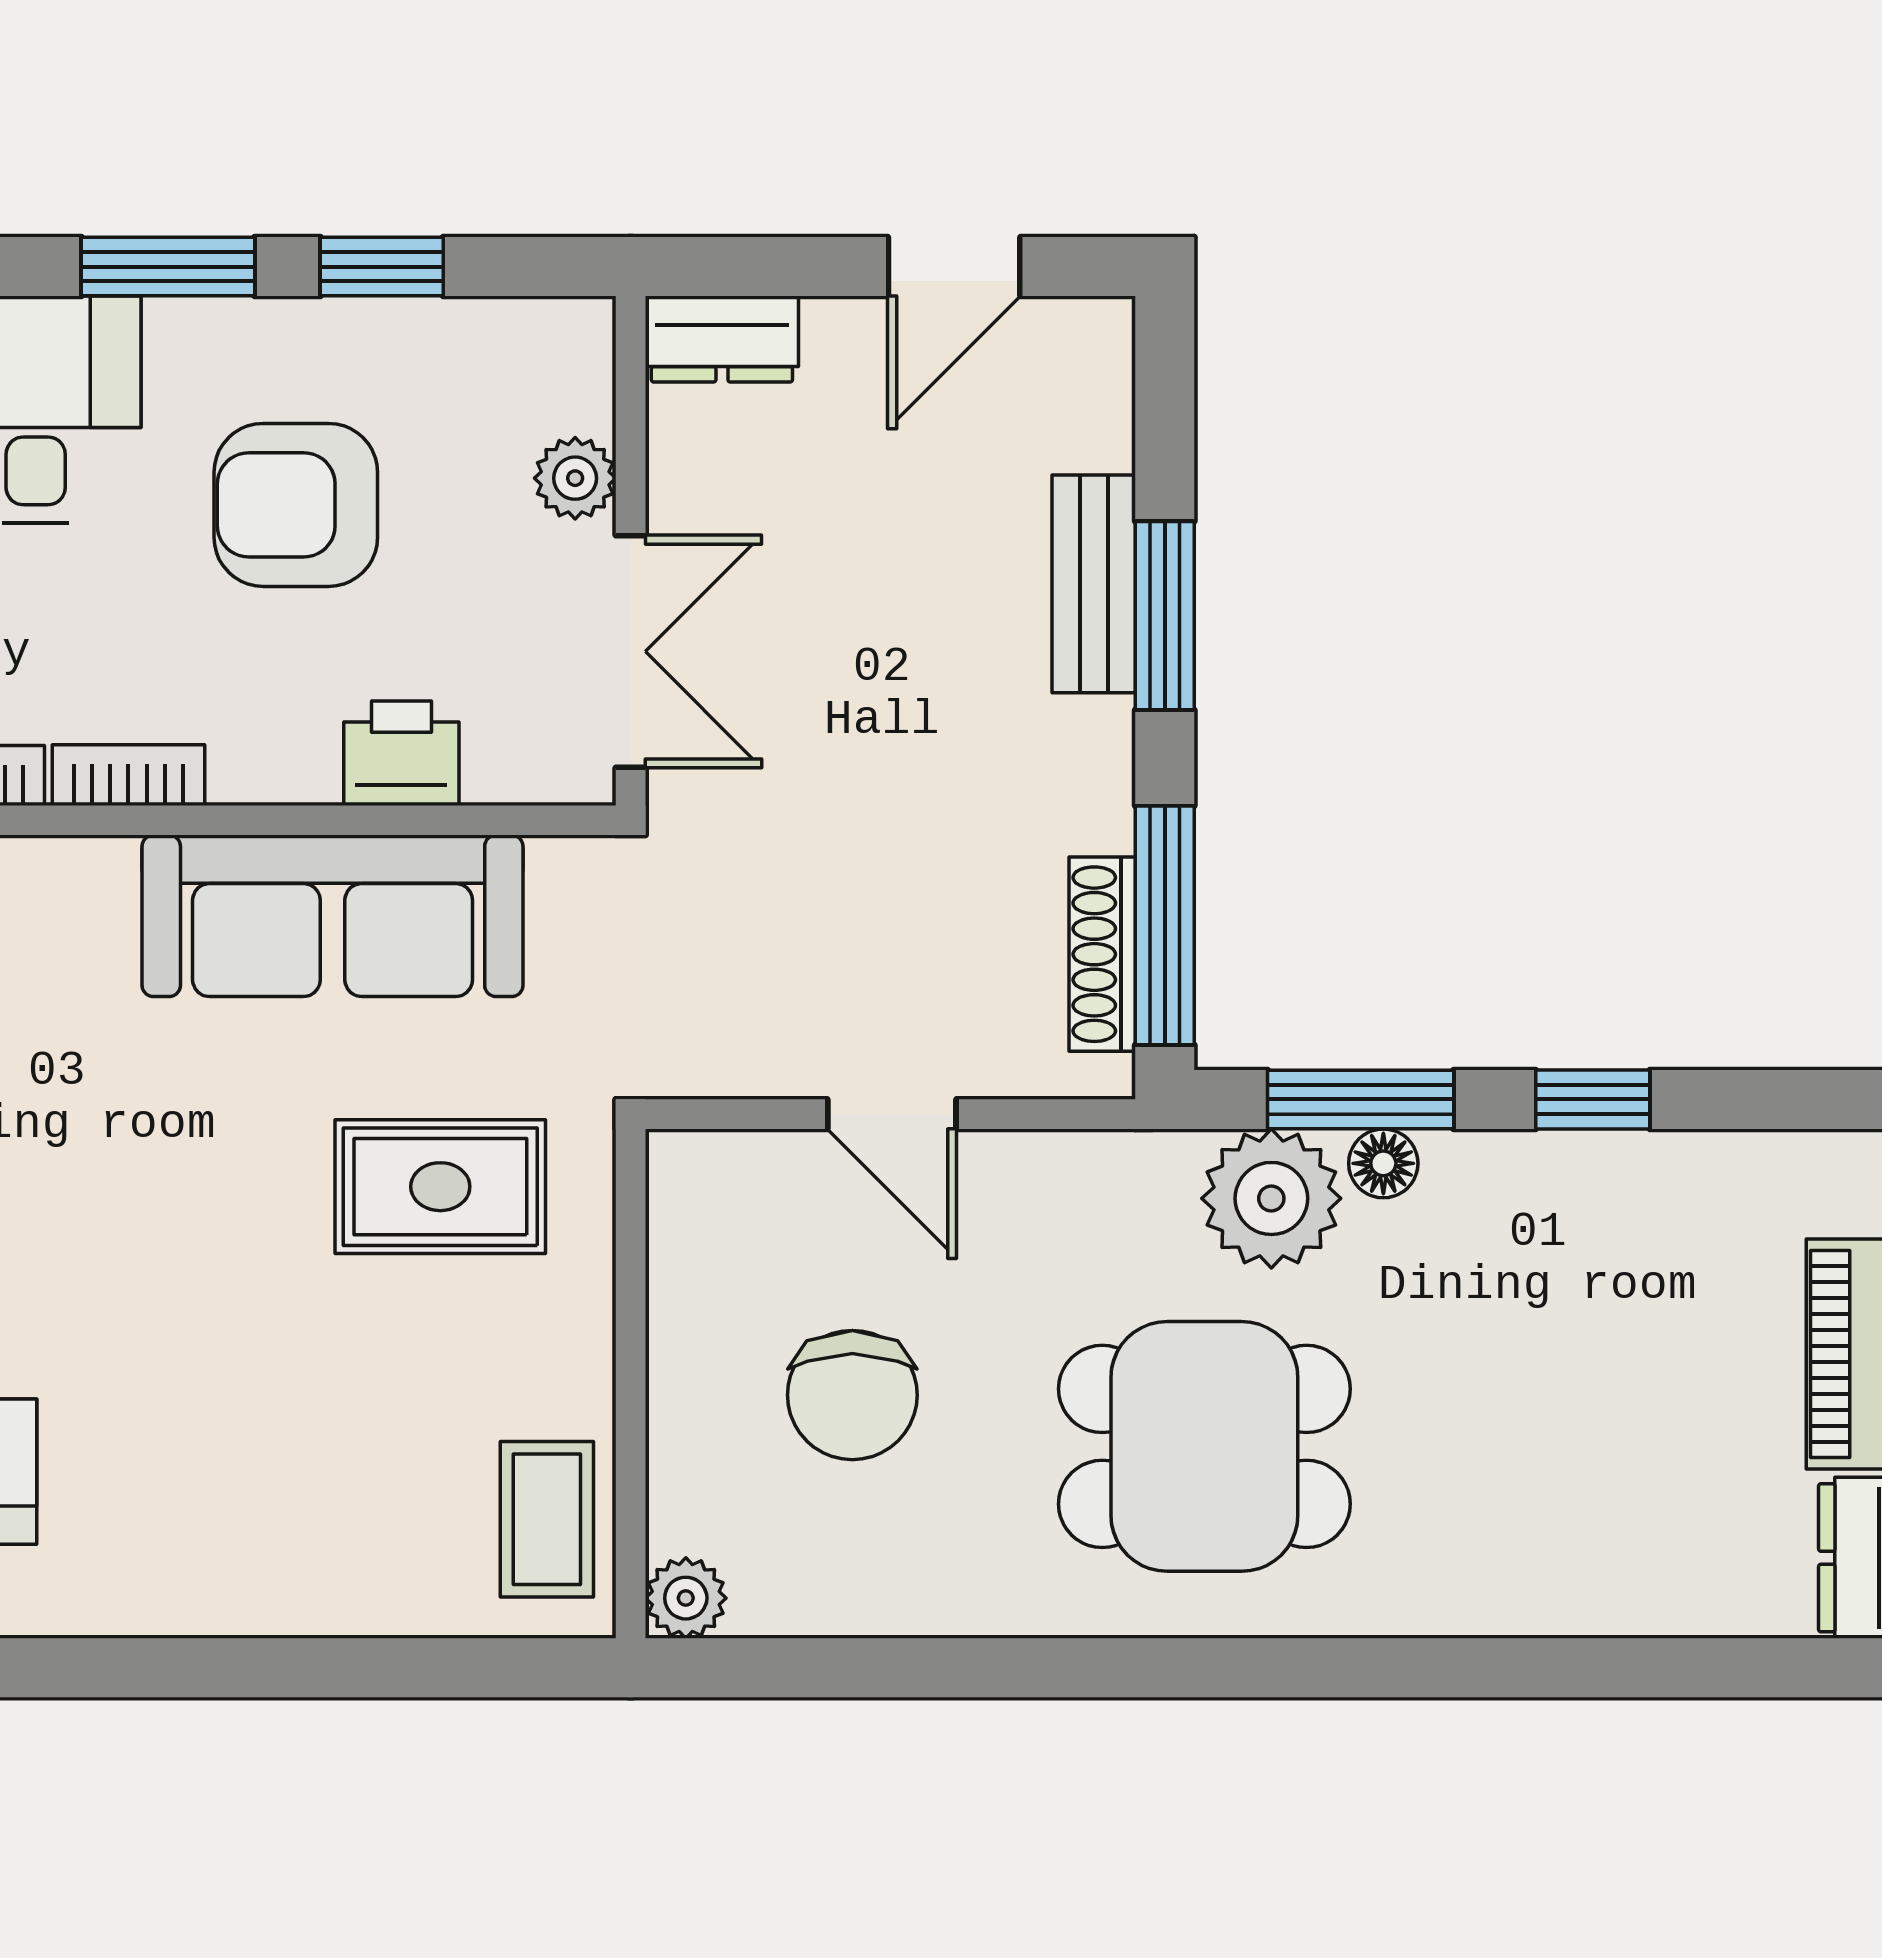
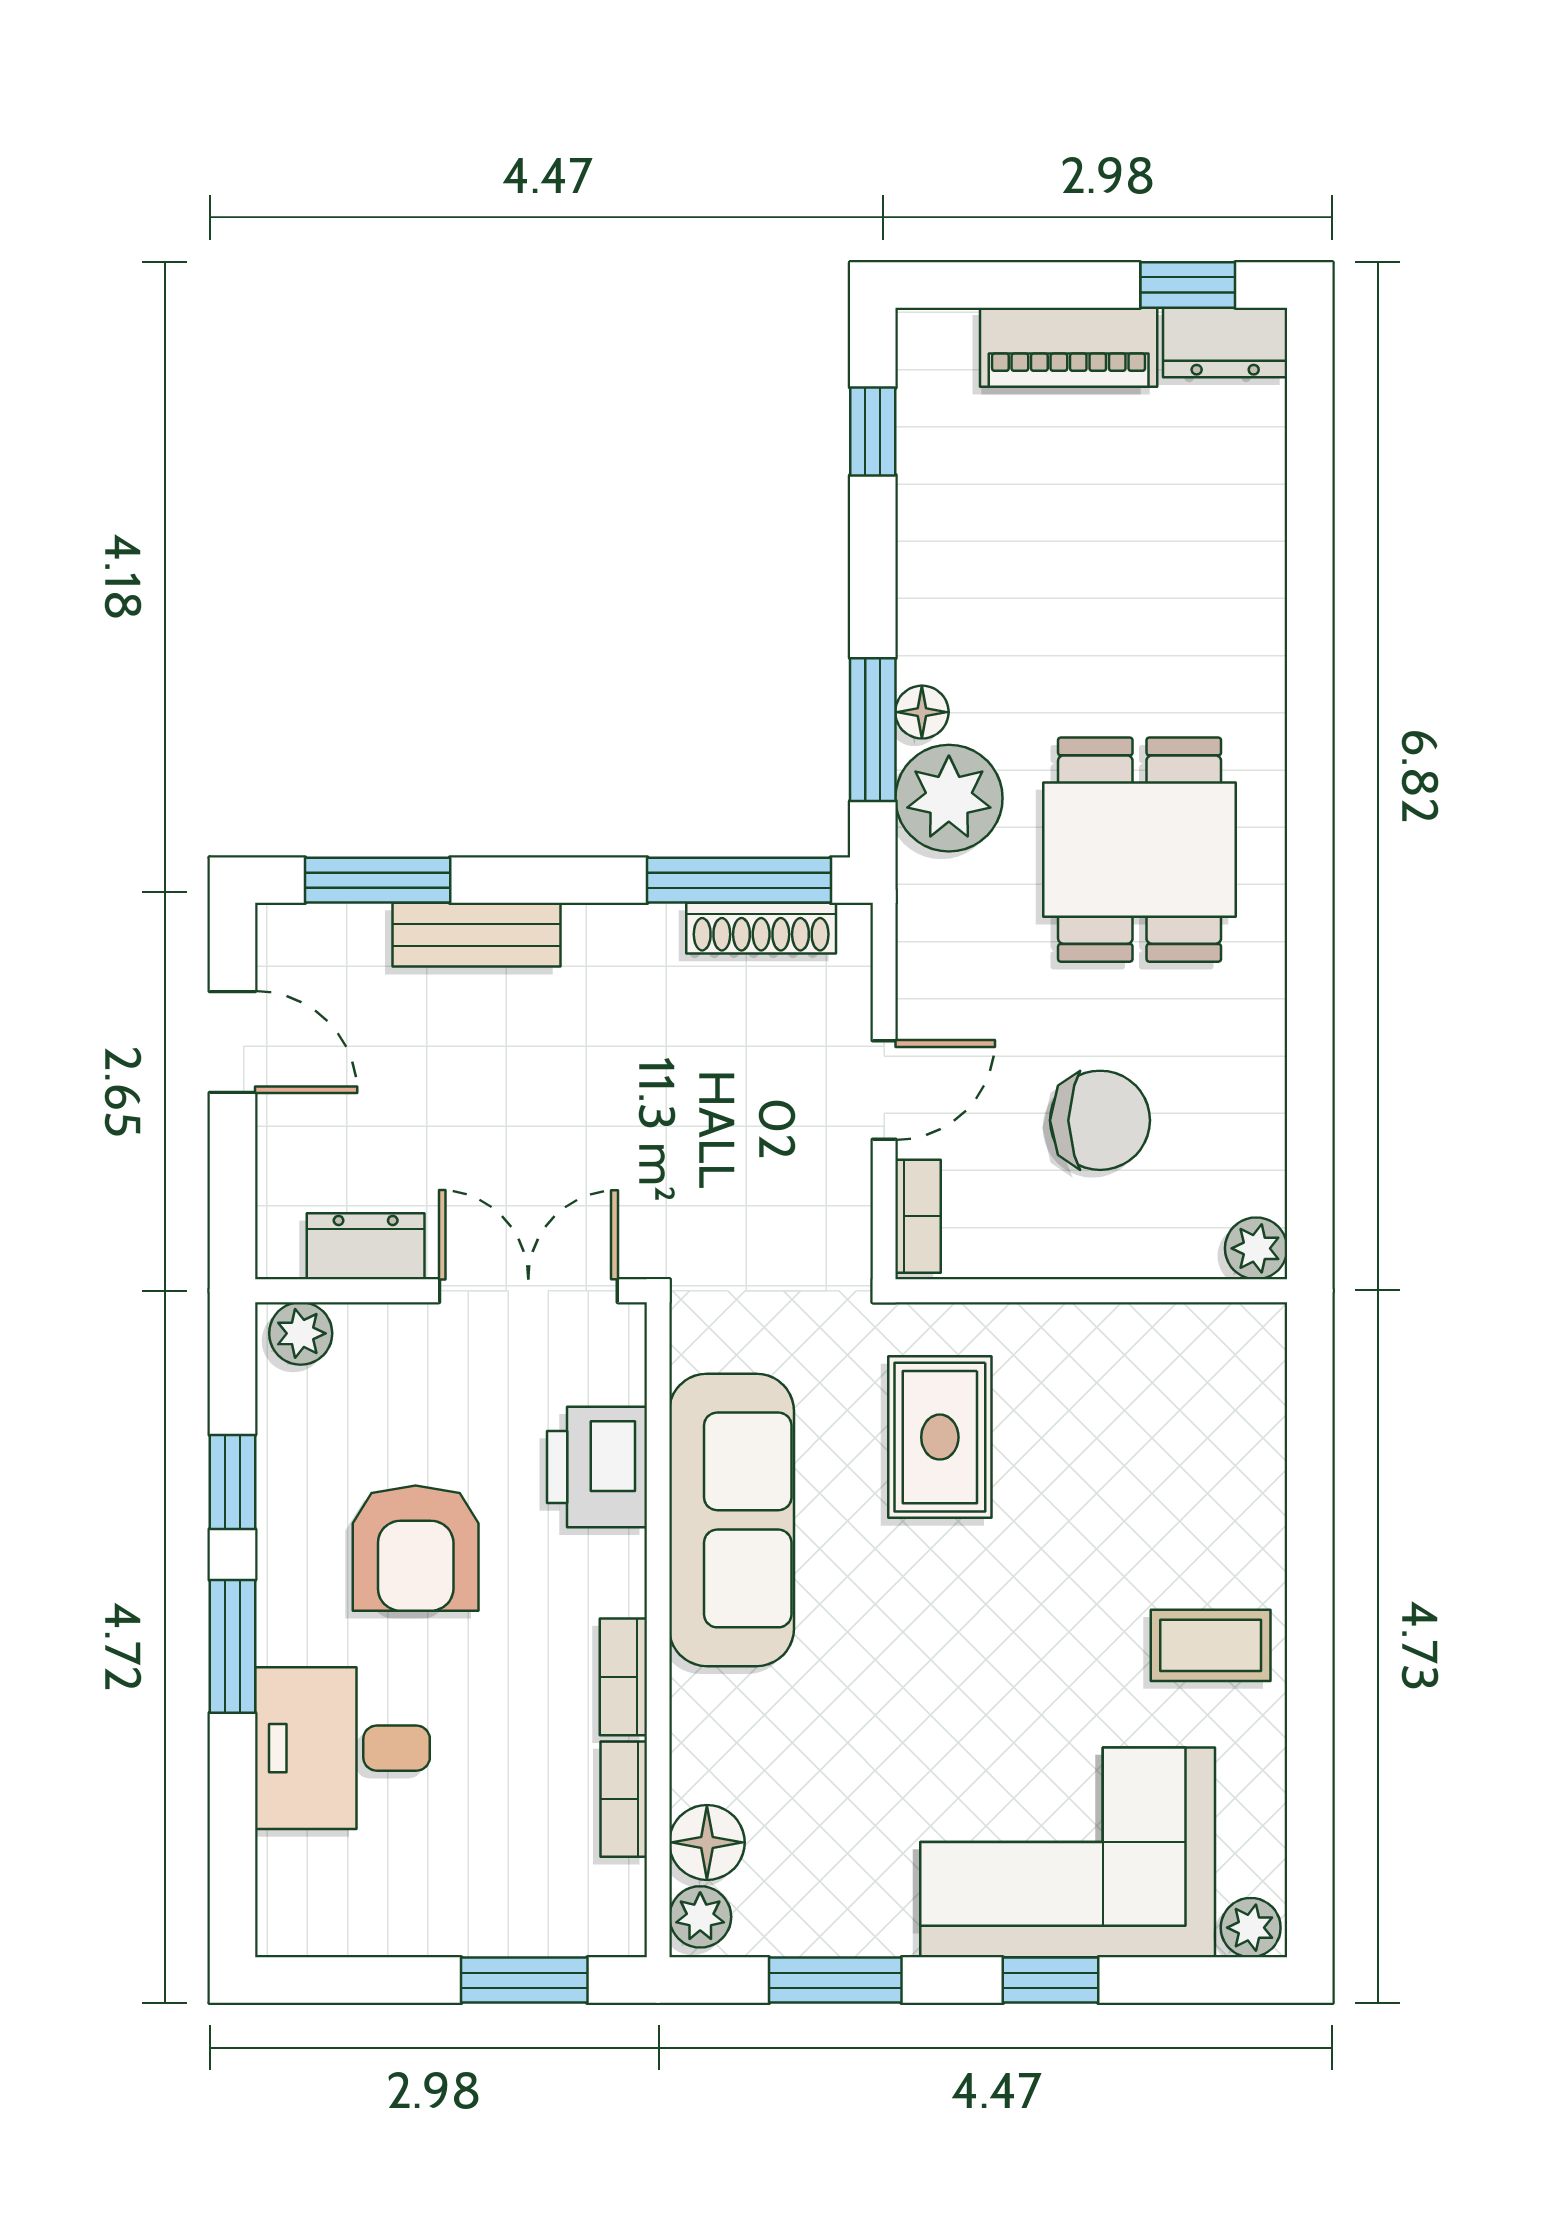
dresser: (722, 339) -> (366, 1246), moved, turned -90
plant: (575, 478) -> (301, 1333), moved
window: (1165, 616) -> (378, 880), moved
printer: (401, 753) -> (597, 1467), width x1.36, depth x1.24
window: (1593, 1099) -> (873, 431), moved
bookcase: (728, 1158) -> (918, 1216), added
coffee table: (547, 1519) -> (1211, 1645), moved

